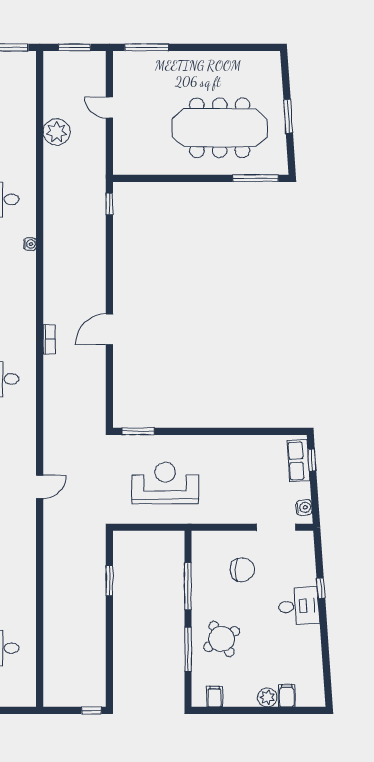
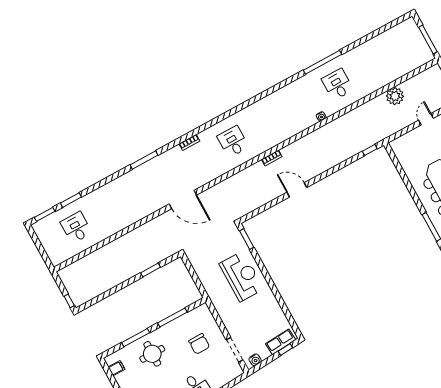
reception desk: (165, 483) -> (241, 276), moved
door: (40, 487) -> (183, 199), width x1.87
round table: (222, 639) -> (152, 354), turned 31

